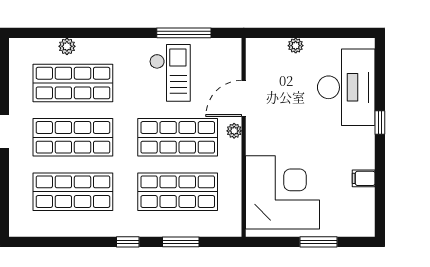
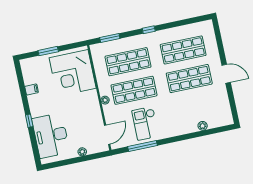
shop shelf: (73, 83) -> (195, 107), removed
door: (244, 98) -> (107, 135), moved
window: (181, 242) -> (110, 38), moved

